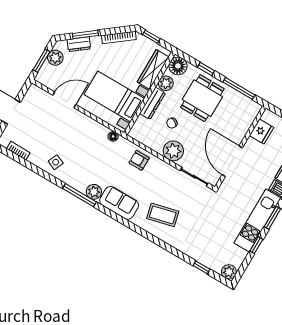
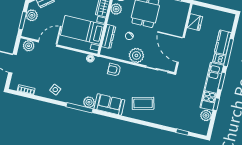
plant: (39, 95) -> (29, 46), added
dresser: (153, 103) -> (109, 37), moved
plant: (229, 272) -> (206, 115), moved

